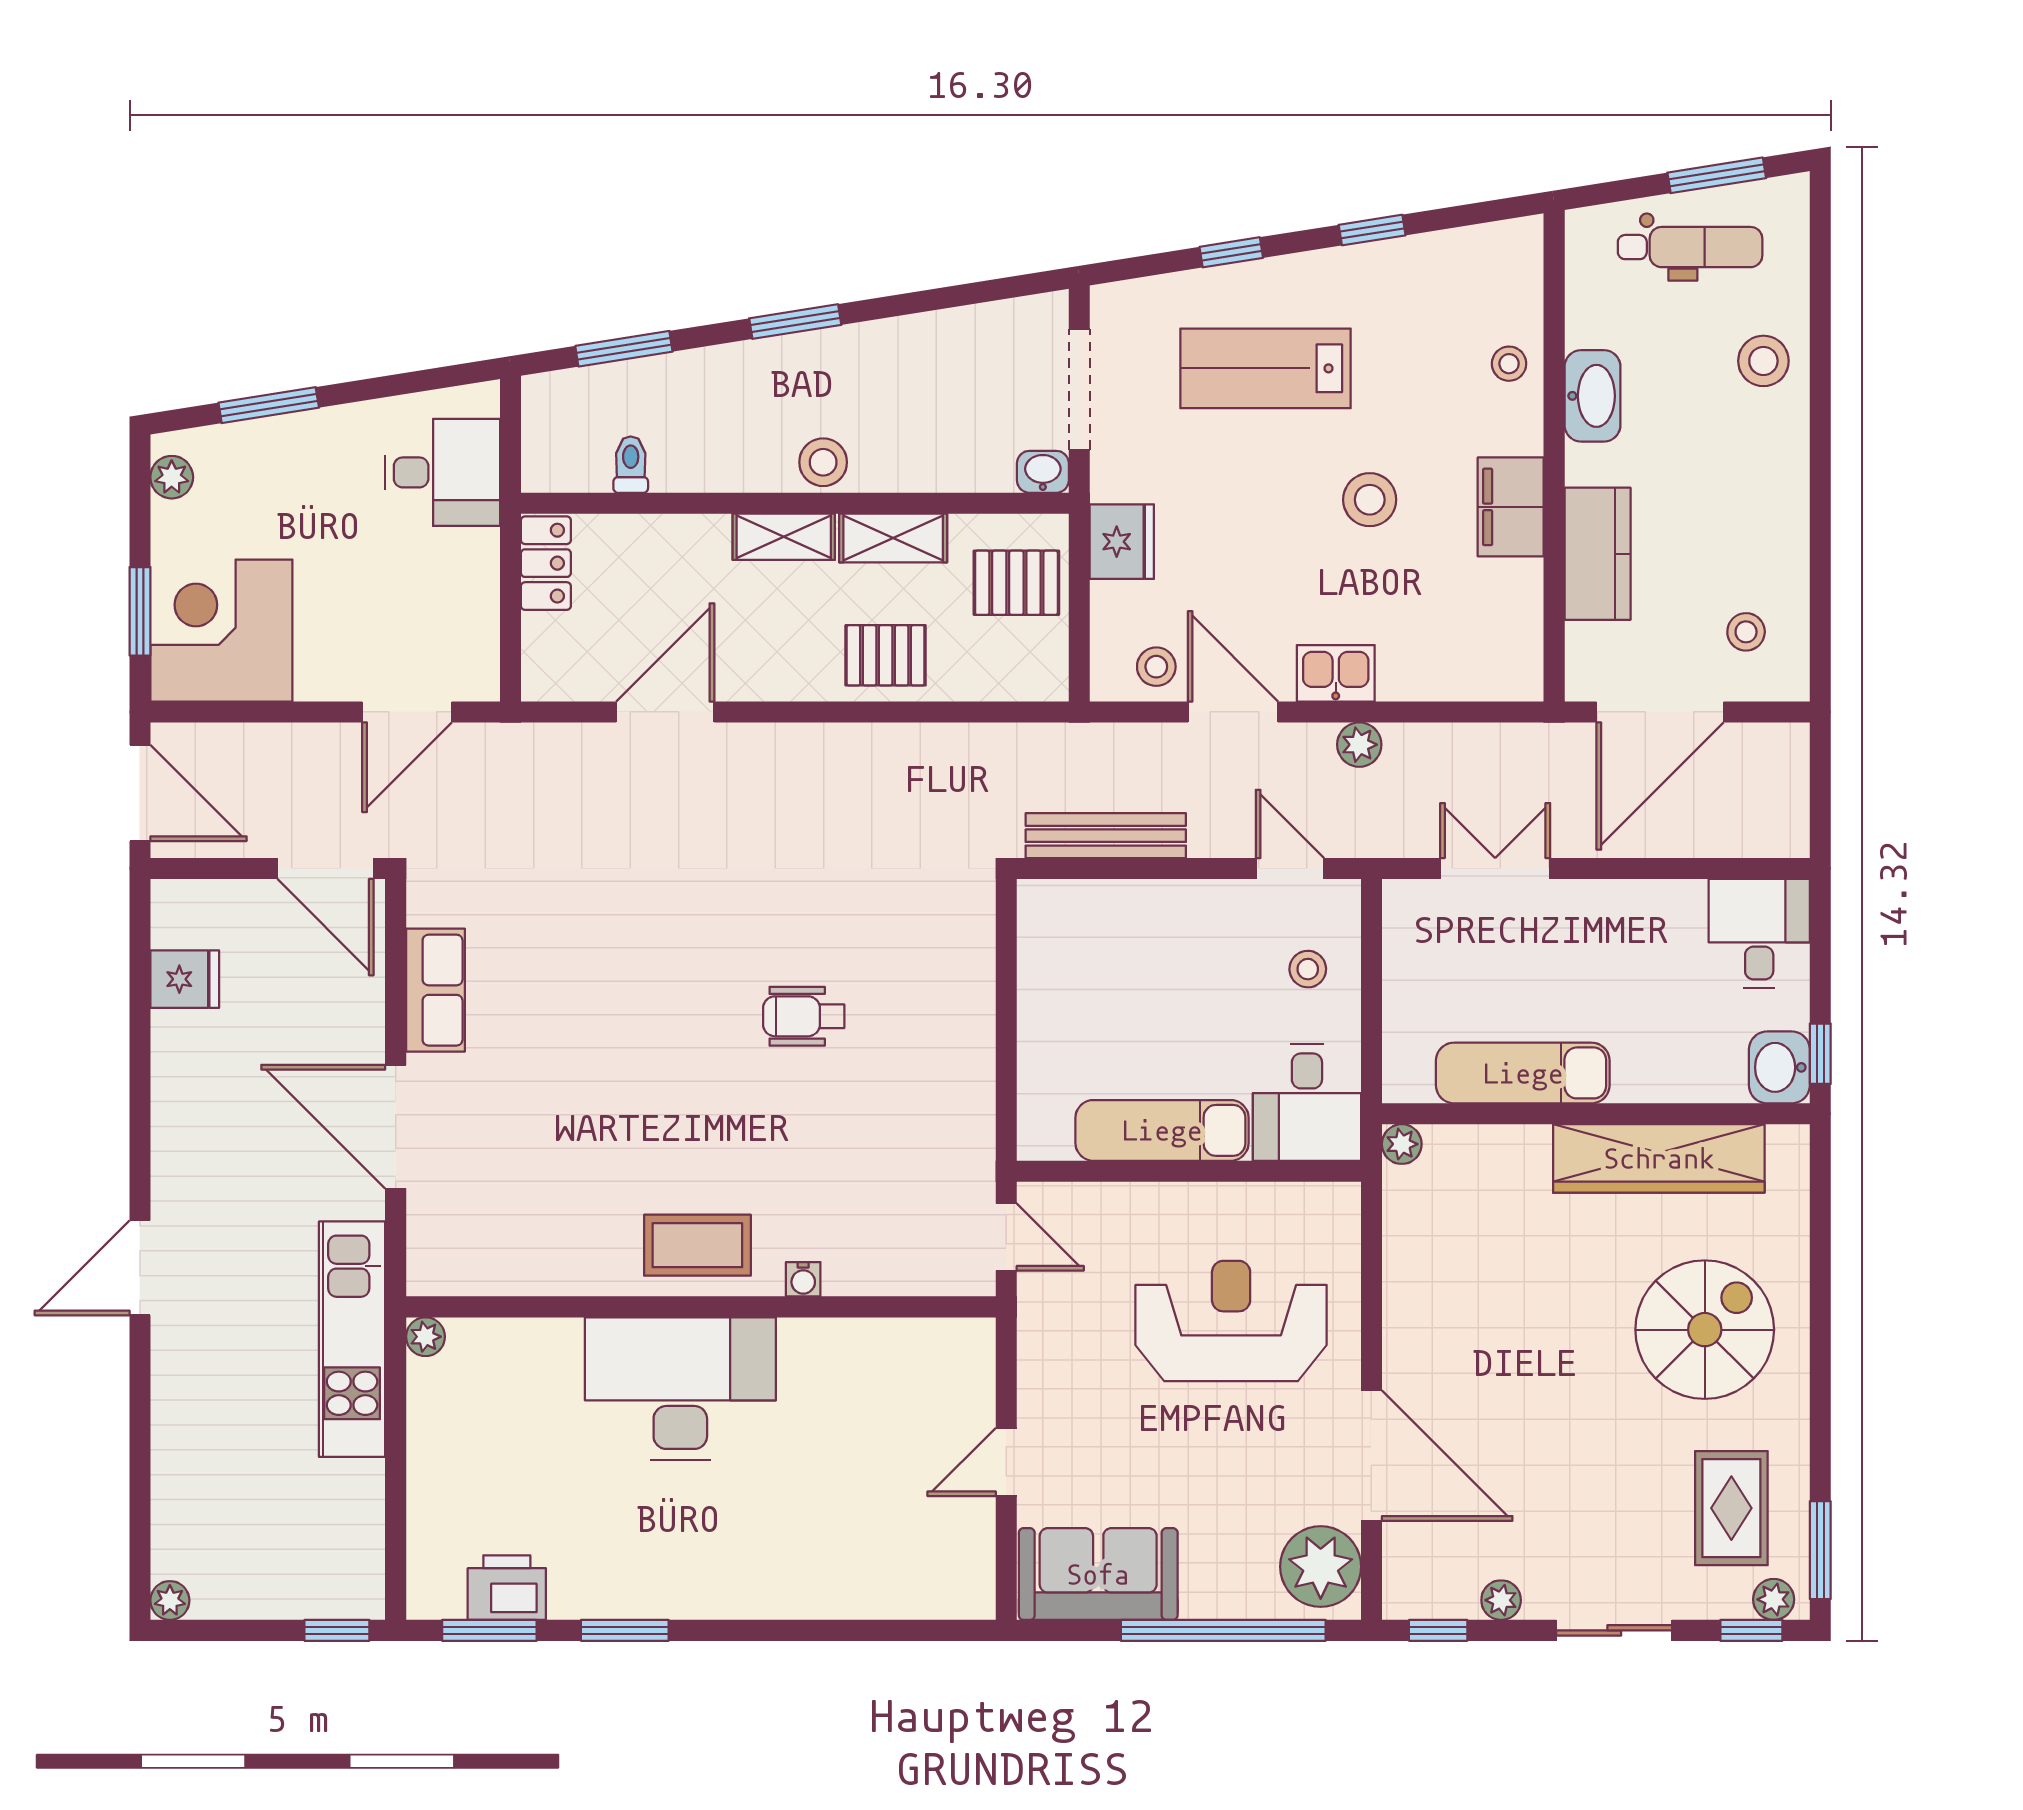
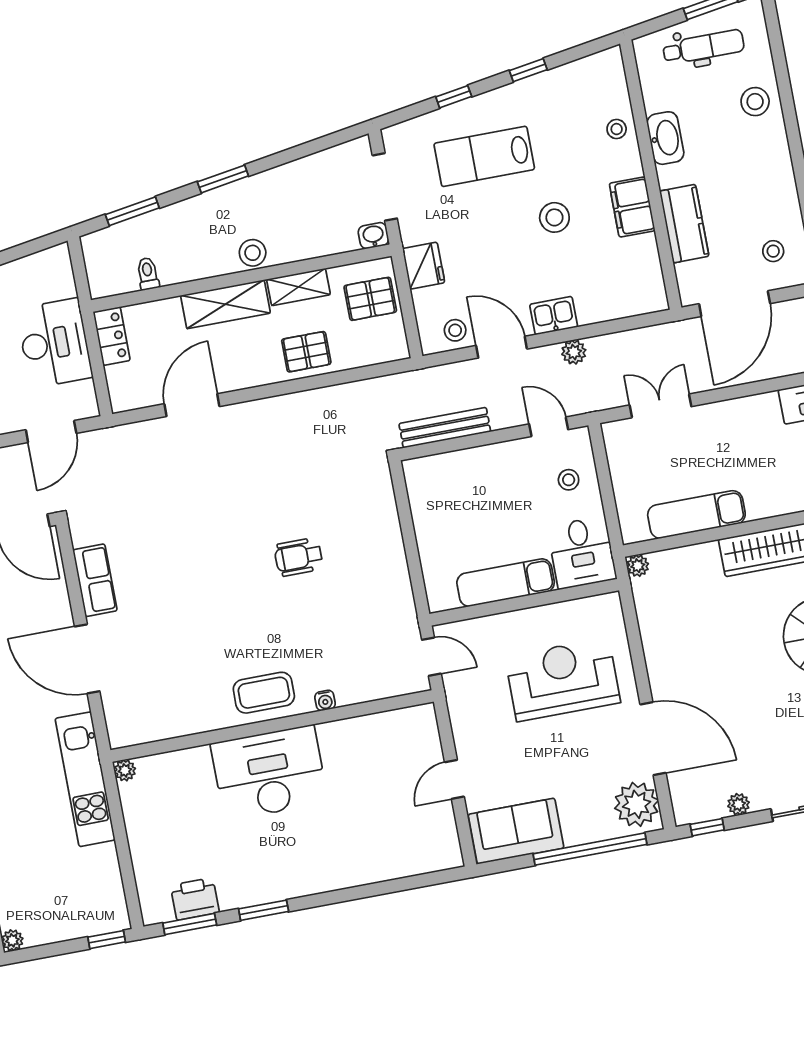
desk: (442, 472) -> (54, 343), moved, width x1.37
shelving: (784, 537) -> (225, 304), width x1.50, depth x1.33

